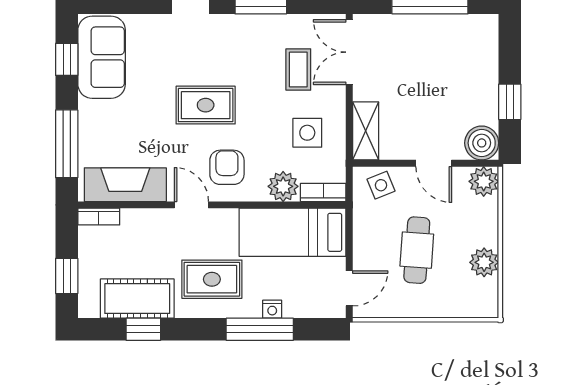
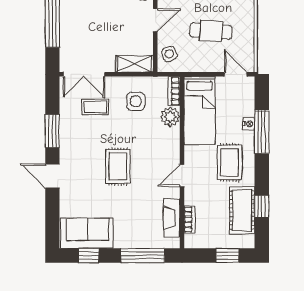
armchair: (227, 167) -> (158, 153), removed
fireplace: (125, 185) -> (172, 218), width x0.73, depth x0.76
bookcase: (99, 217) -> (189, 219), moved

